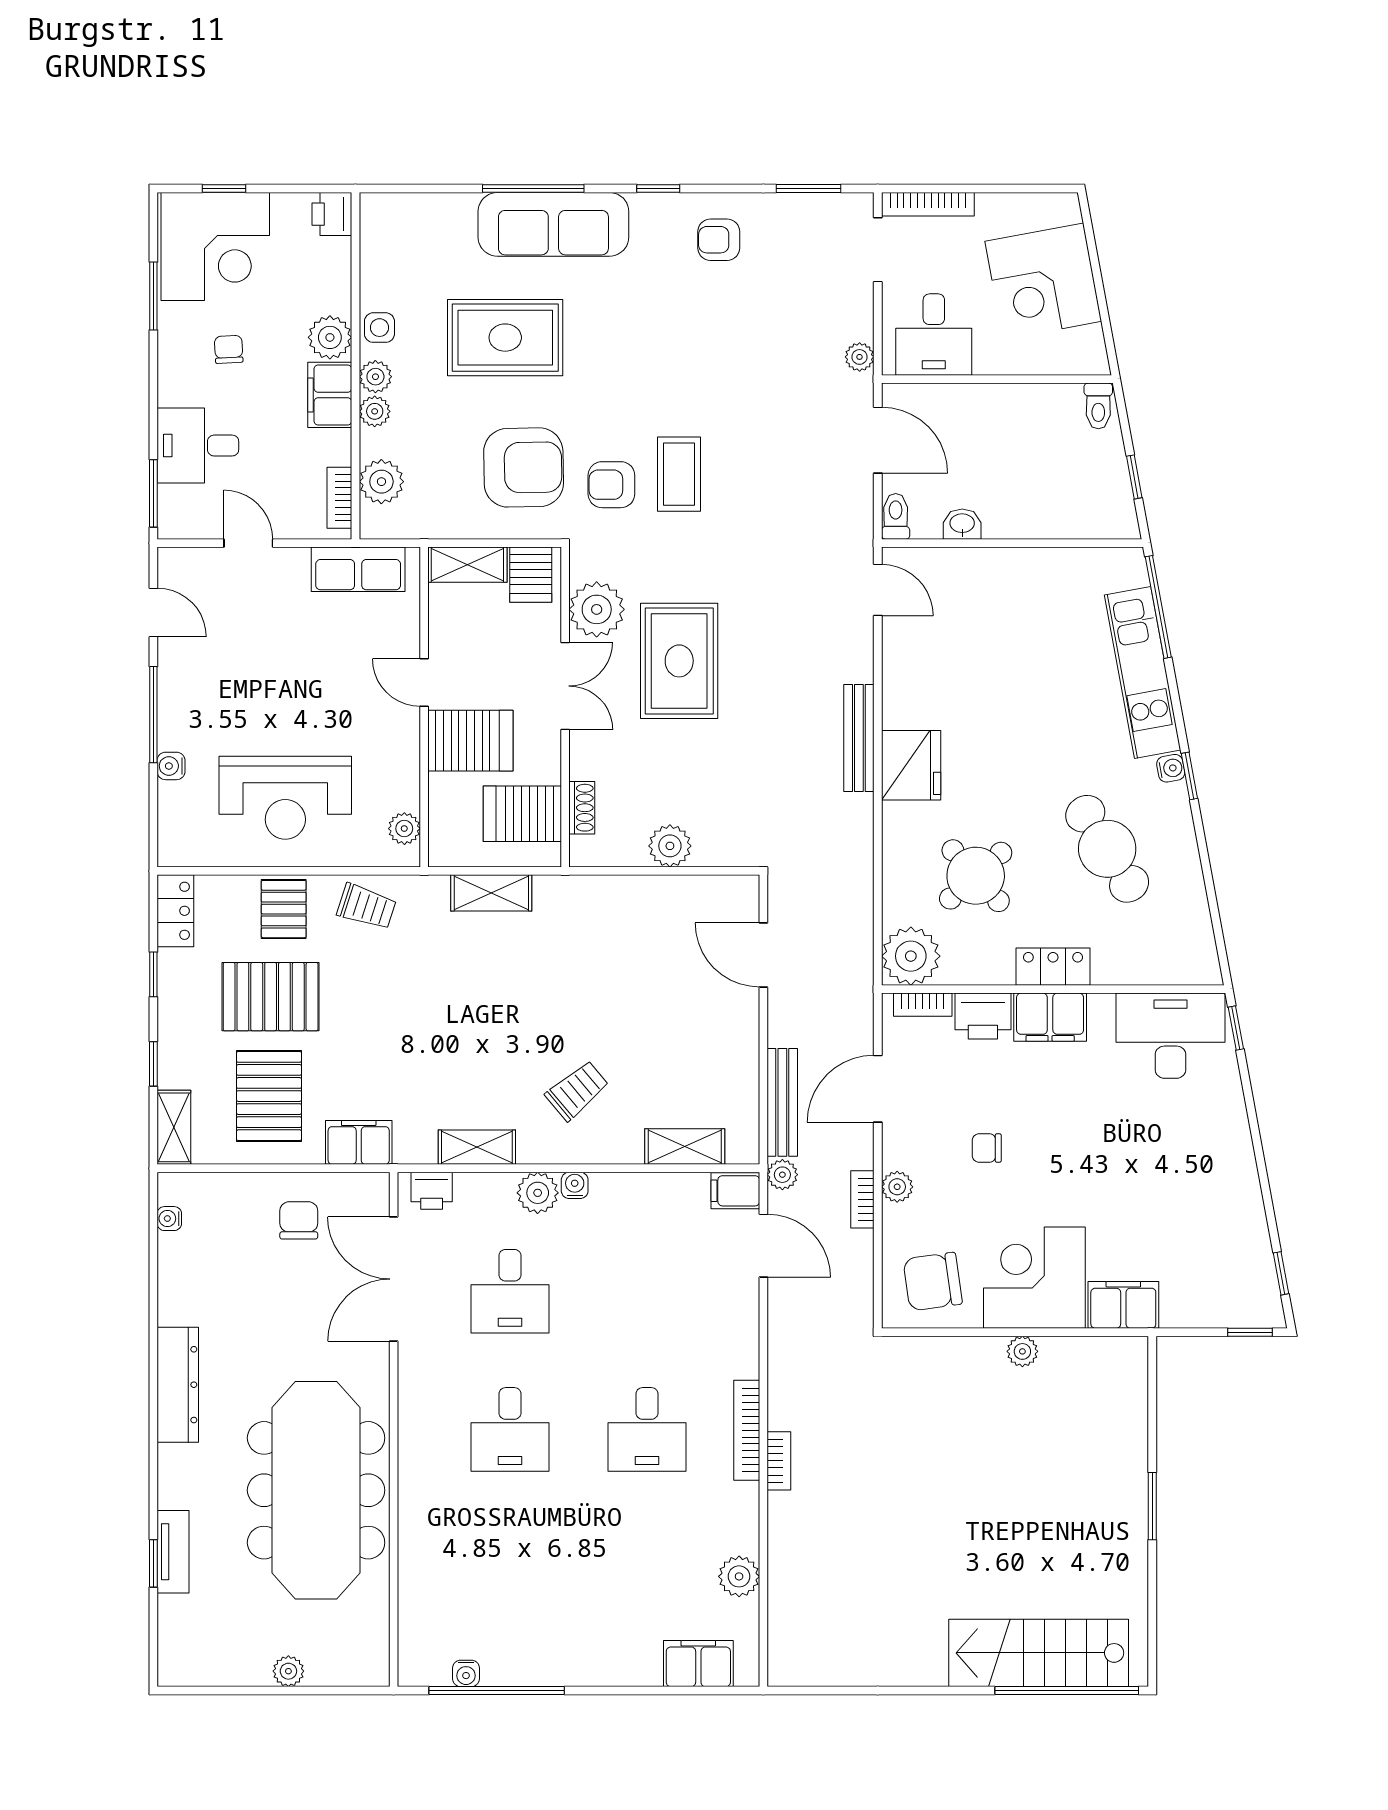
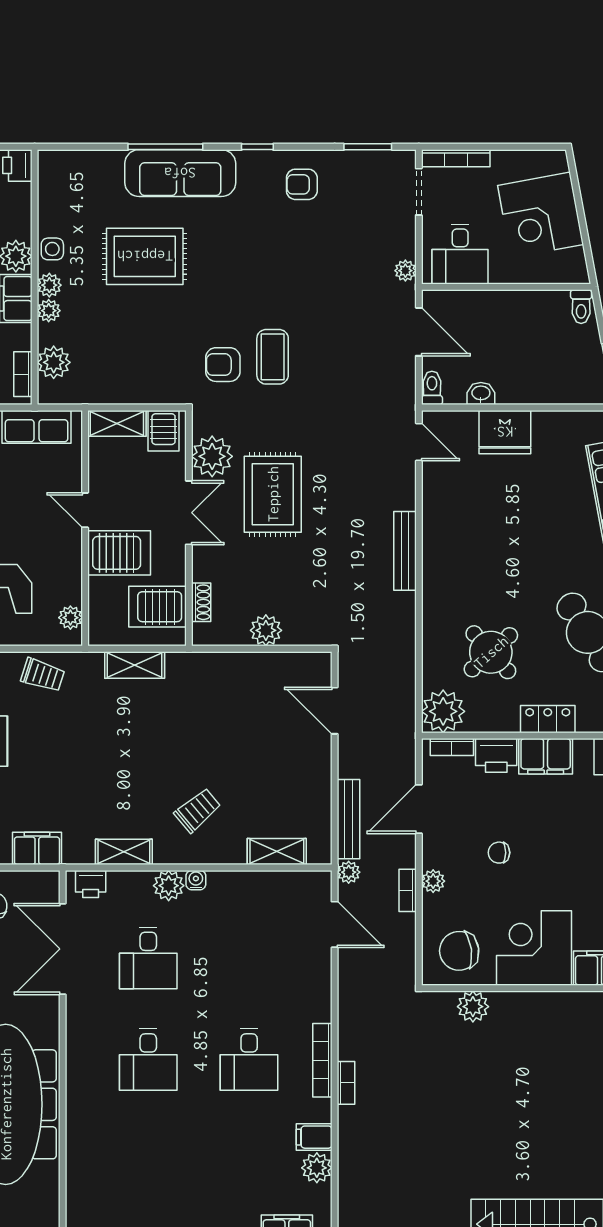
armchair: (524, 467) -> (158, 352), removed
fridge: (911, 765) -> (505, 432), moved, turned 90
filing cabinet: (735, 1191) -> (314, 1137), moved
plant: (1022, 1351) -> (473, 1007), moved, width x1.38, depth x1.38

